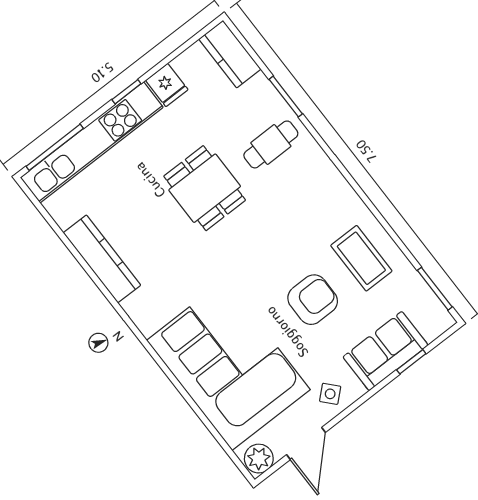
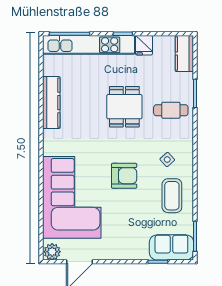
armchair: (313, 300) -> (124, 176), moved
sofa: (385, 351) -> (171, 247), moved
side table: (330, 394) -> (167, 159), moved

